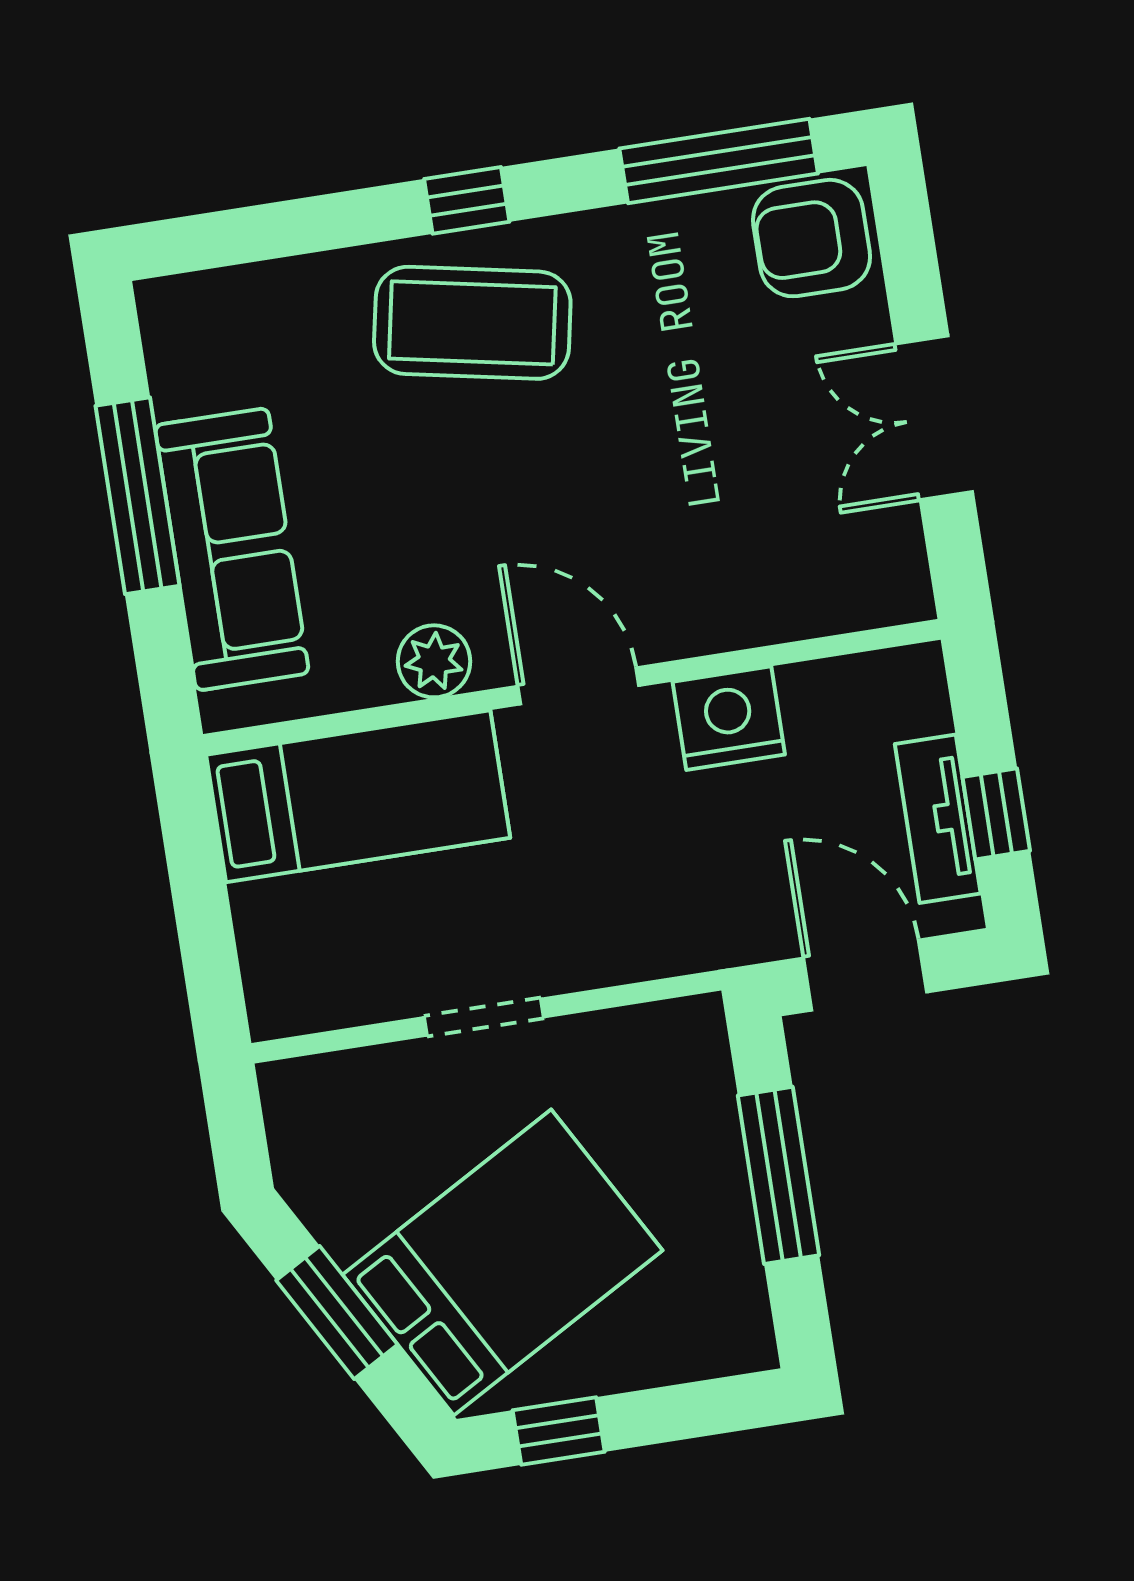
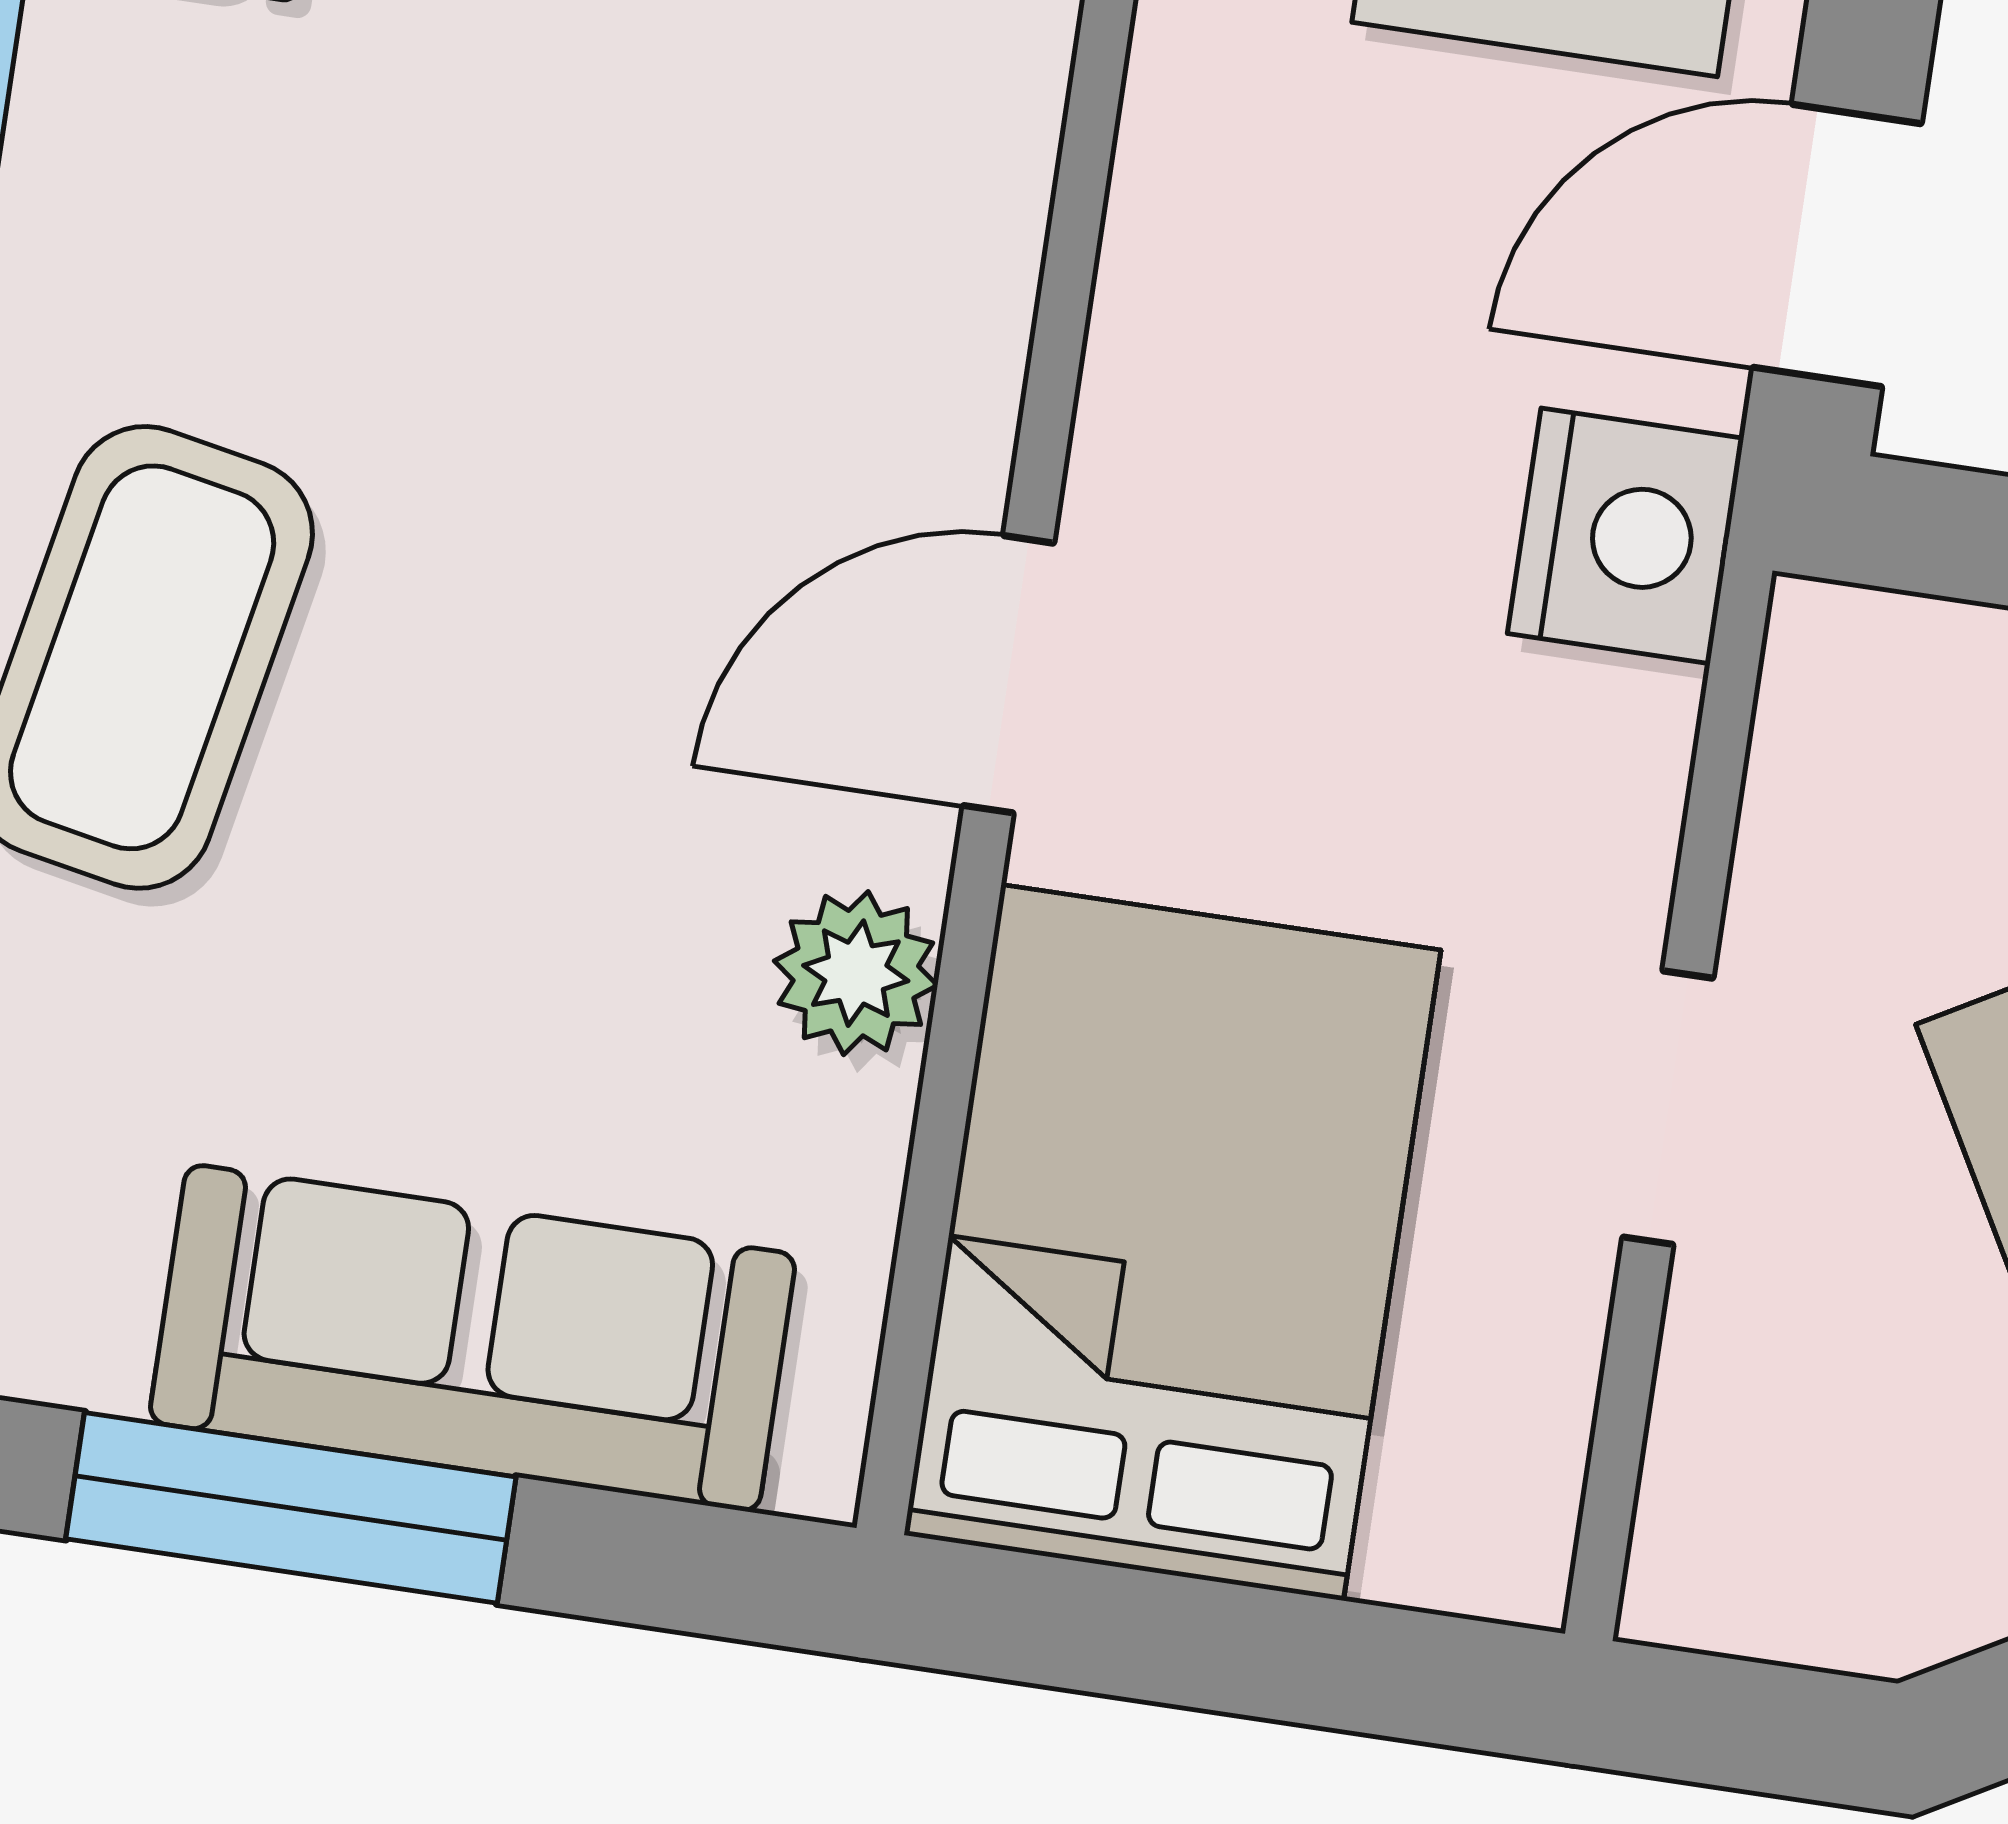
nightstand: (729, 718) -> (1626, 536), moved, turned 180
bed: (358, 796) -> (1172, 1242), width x1.50

